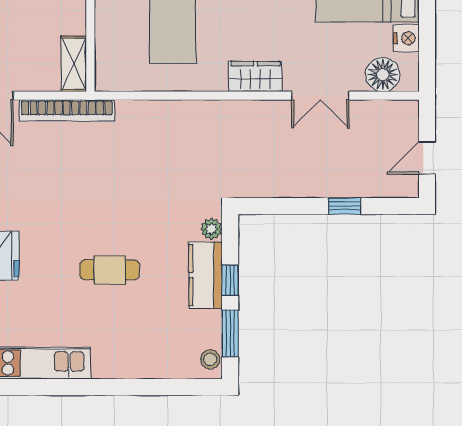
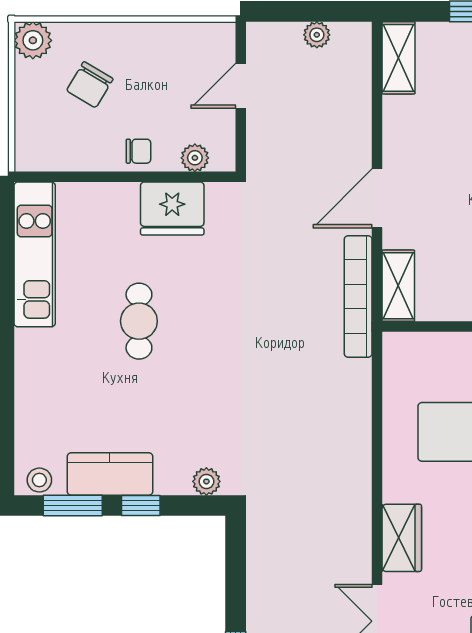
shelving: (74, 64) -> (398, 286), moved, turned 90
cafe table: (110, 270) -> (139, 321), moved
kitchen counter: (205, 275) -> (110, 474), moved

